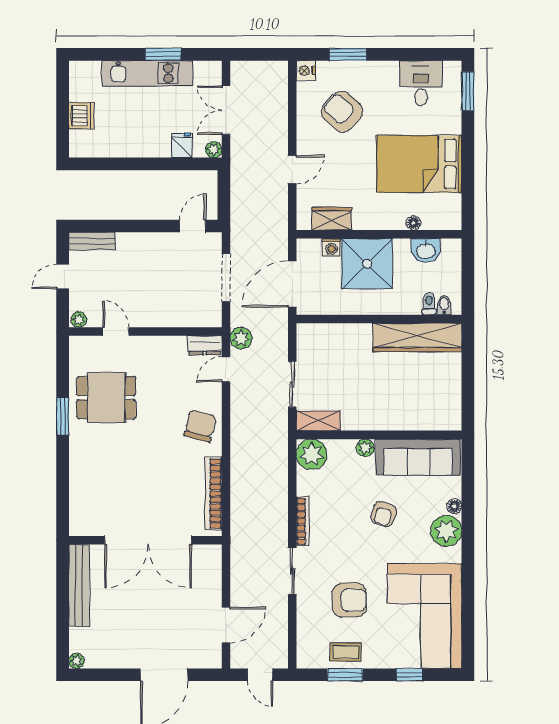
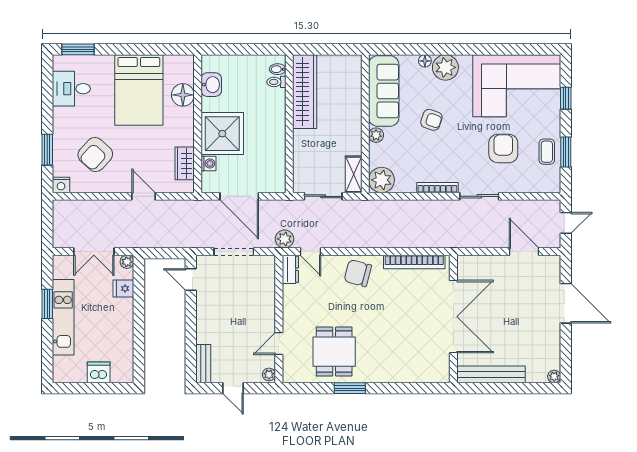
floor lamp: (413, 223) -> (183, 95), width x1.89, depth x1.89
toilet: (429, 304) -> (276, 82), moved
bidet: (444, 305) -> (278, 69), moved
wall: (379, 319) -> (289, 124), moved
wardrobe: (417, 338) -> (305, 92), moved

